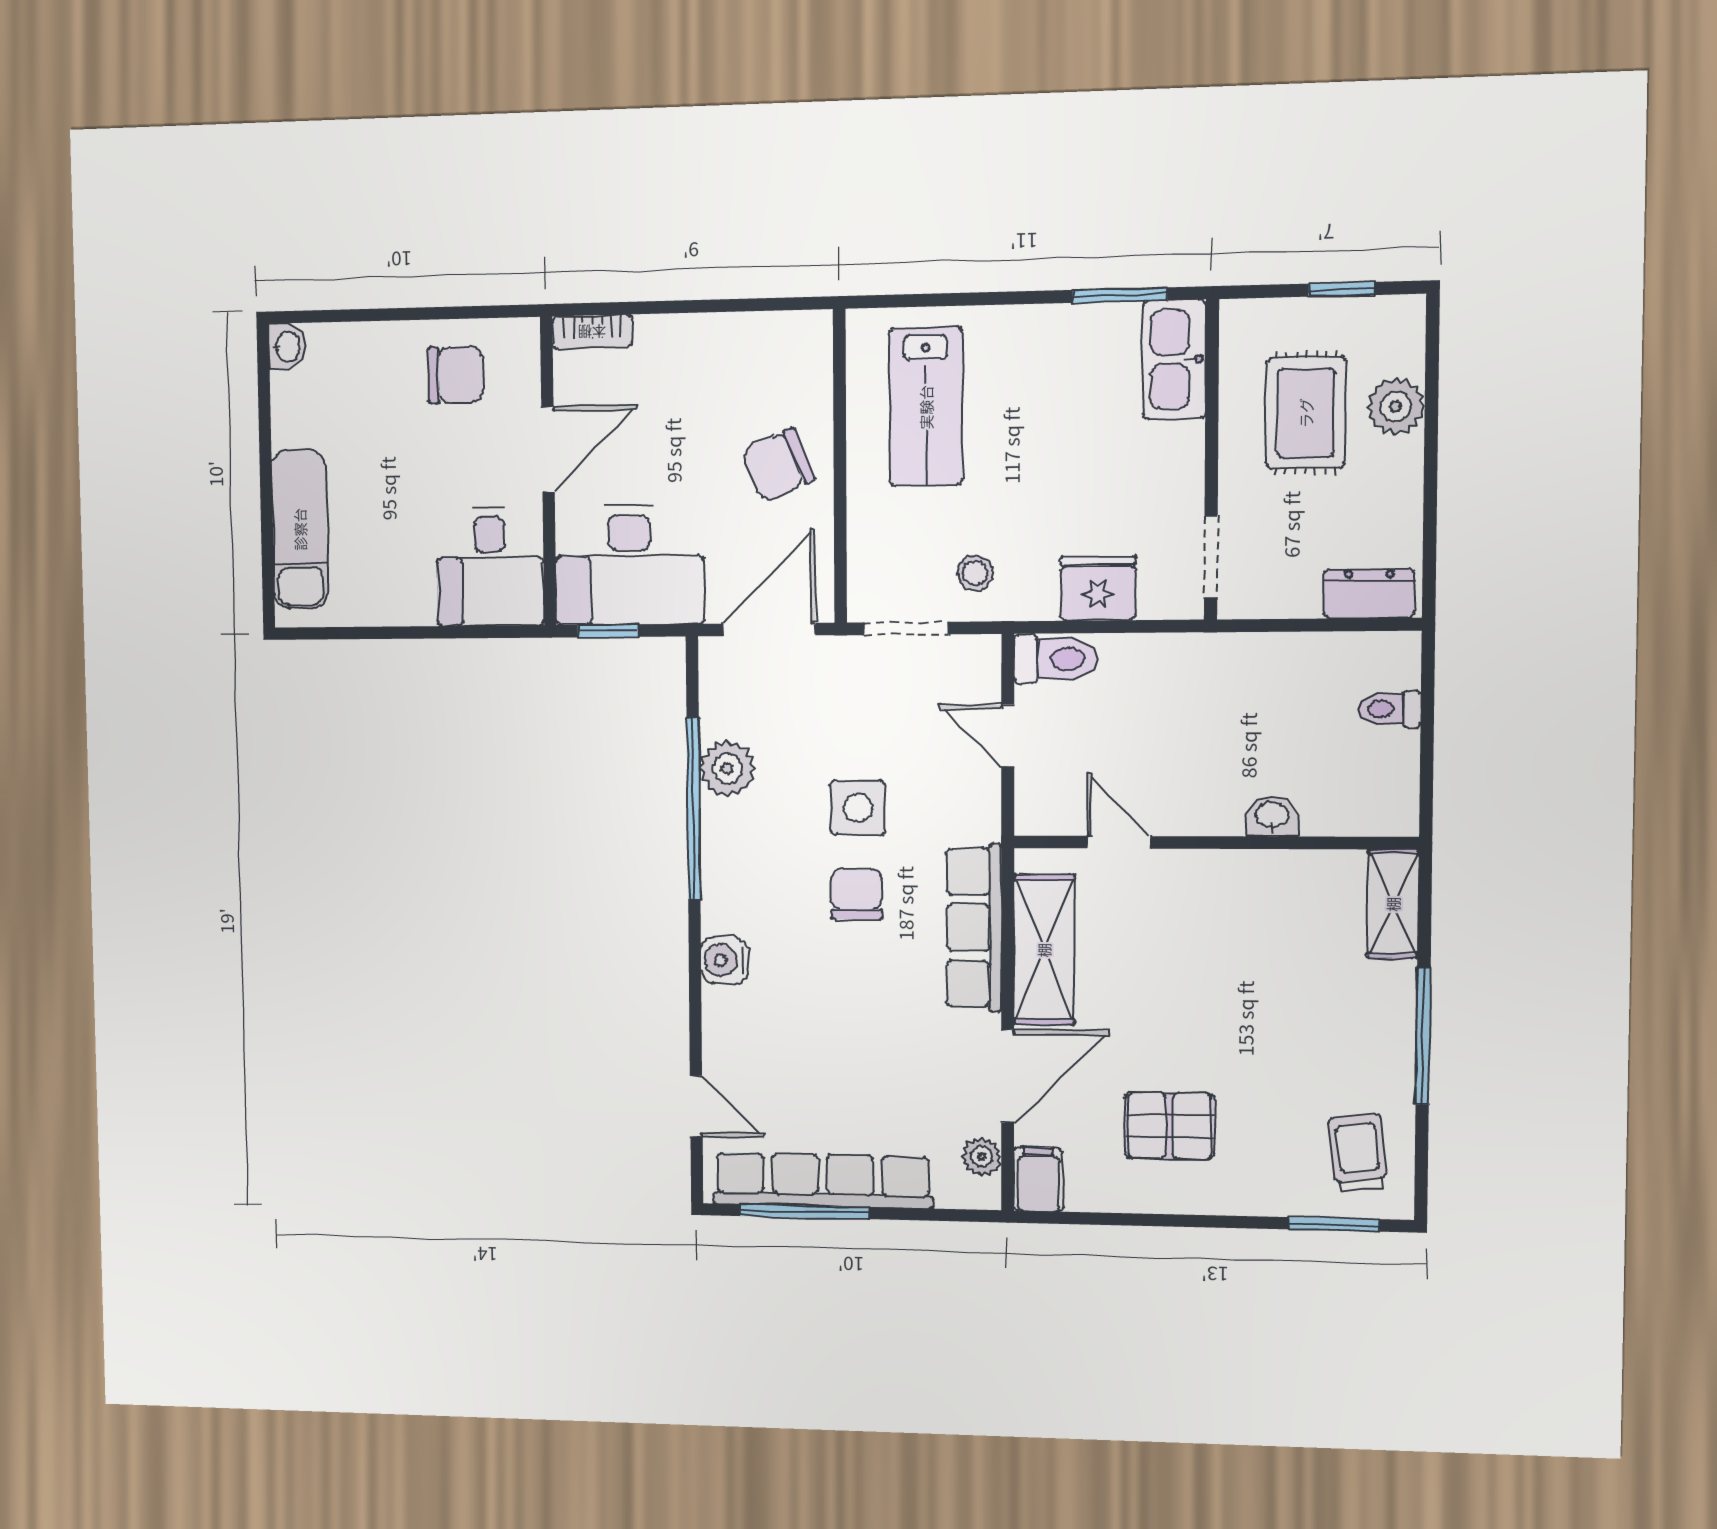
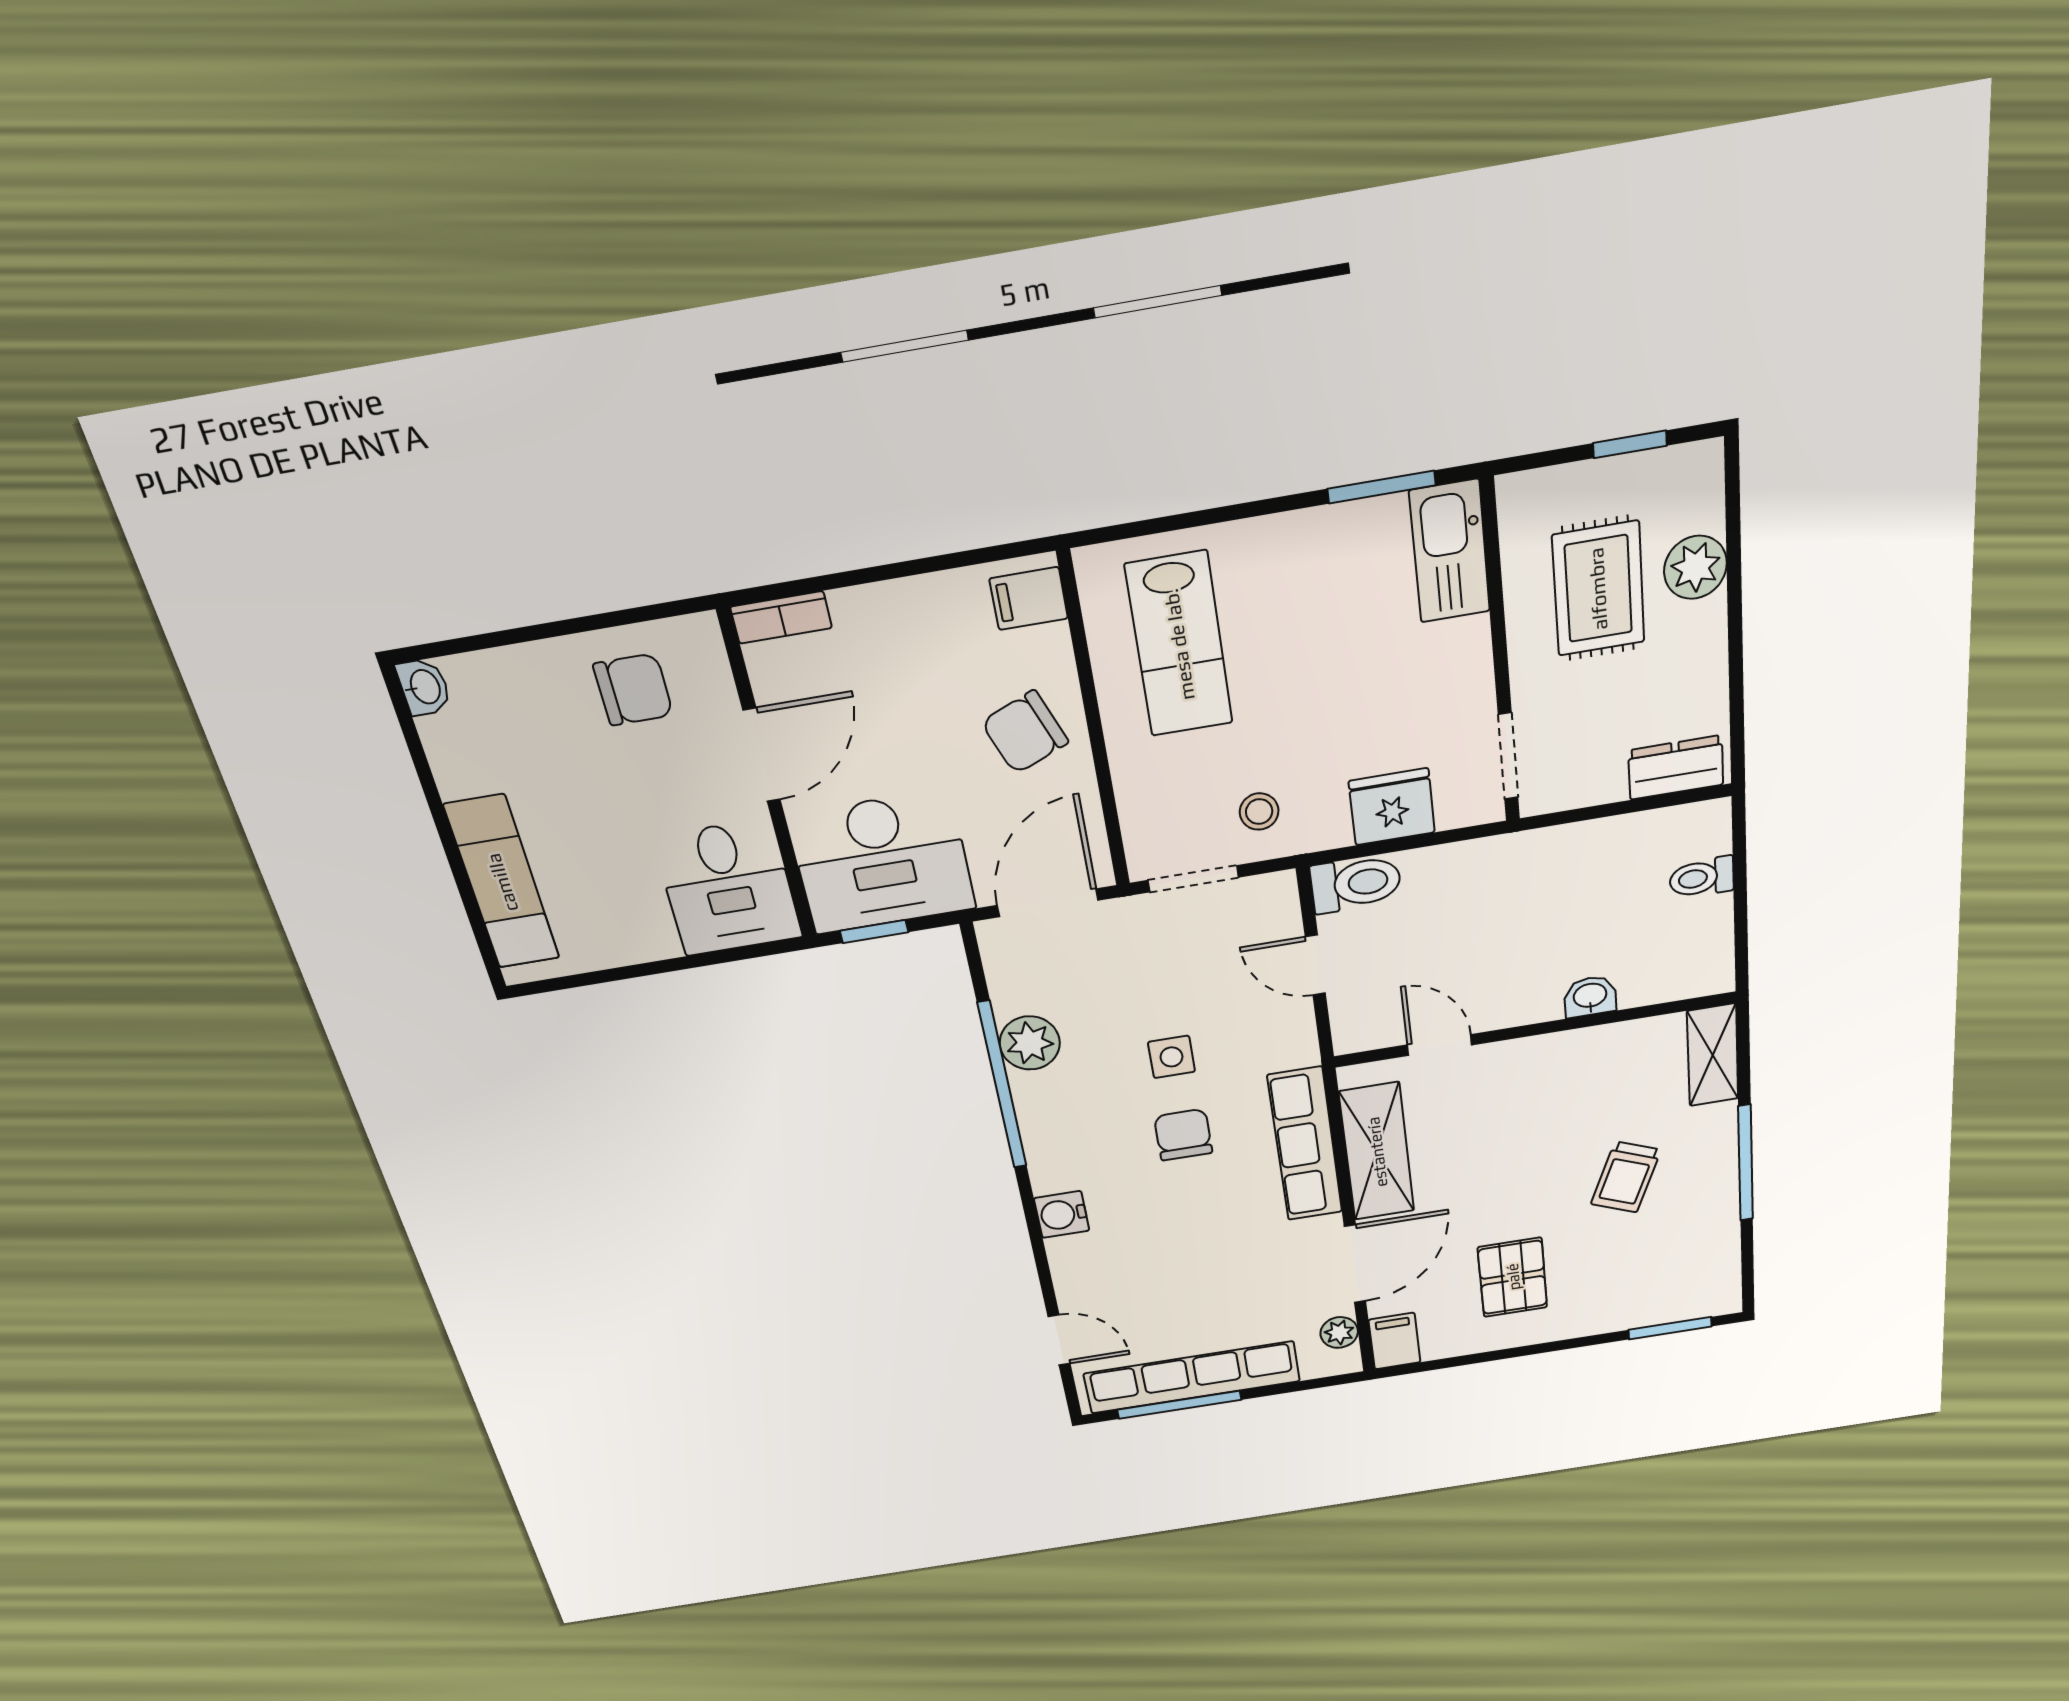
filing cabinet: (803, 347) -> (1029, 599), added
side table: (858, 808) -> (1171, 1057), width x0.73, depth x0.73
pallet: (1169, 1126) -> (1513, 1277), turned 90
trolley: (1358, 1153) -> (1626, 1177), moved, turned -151

